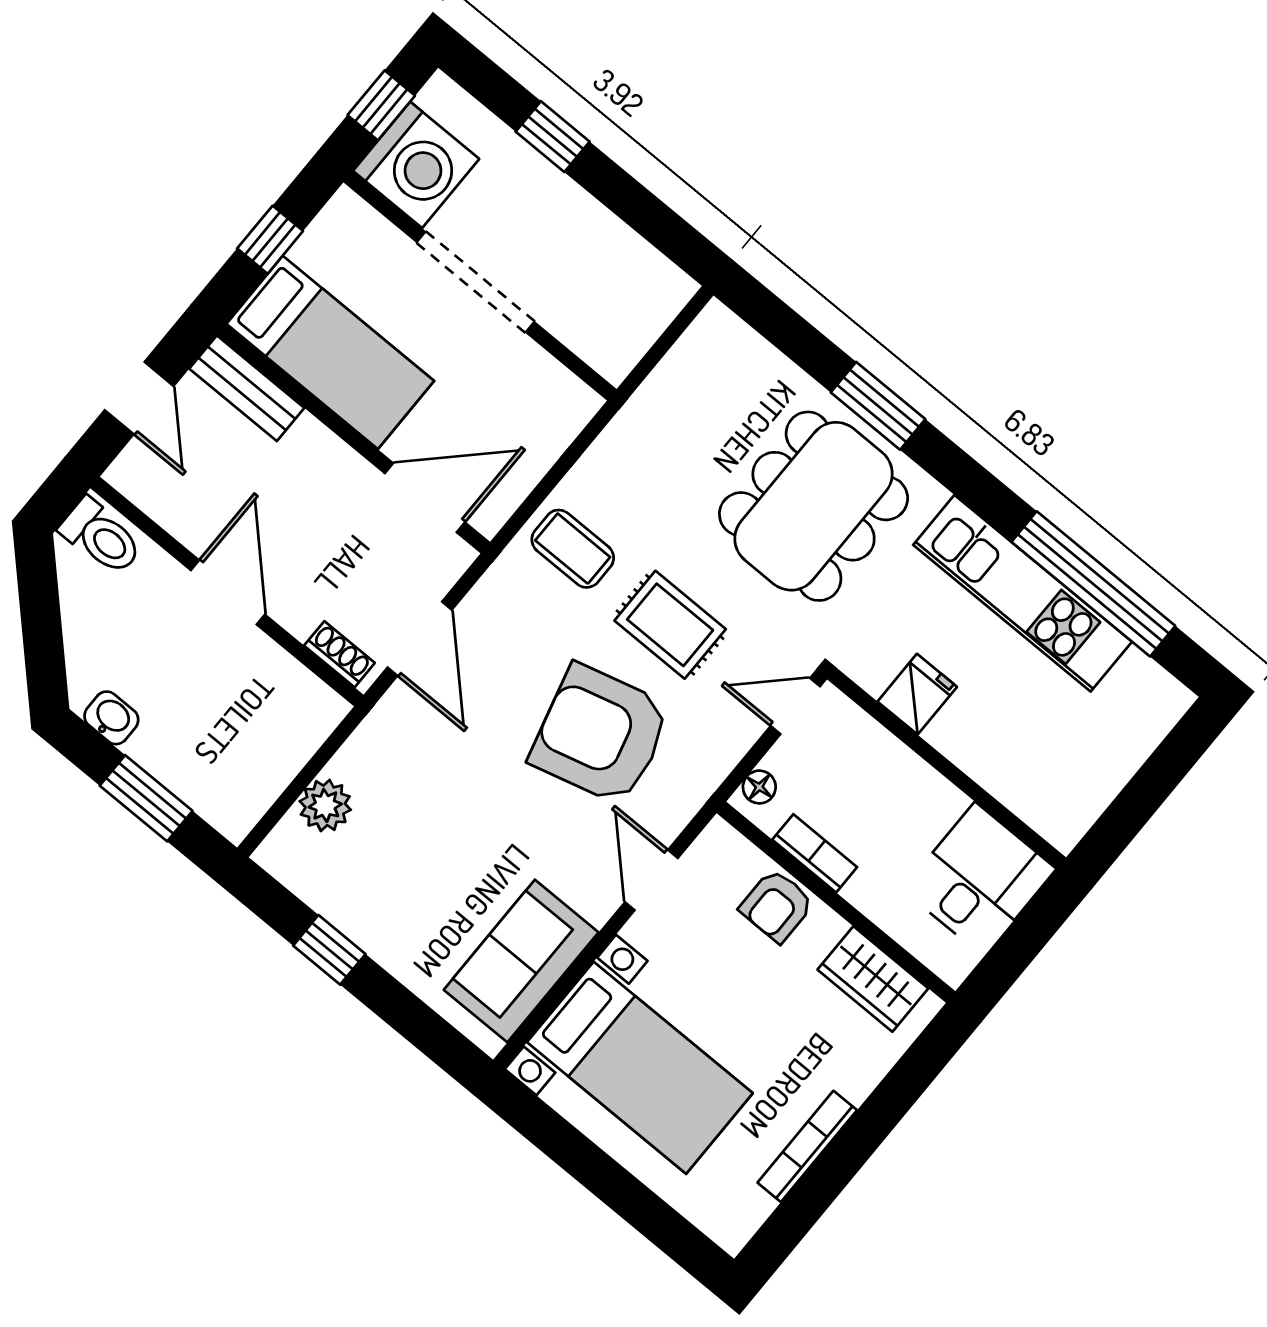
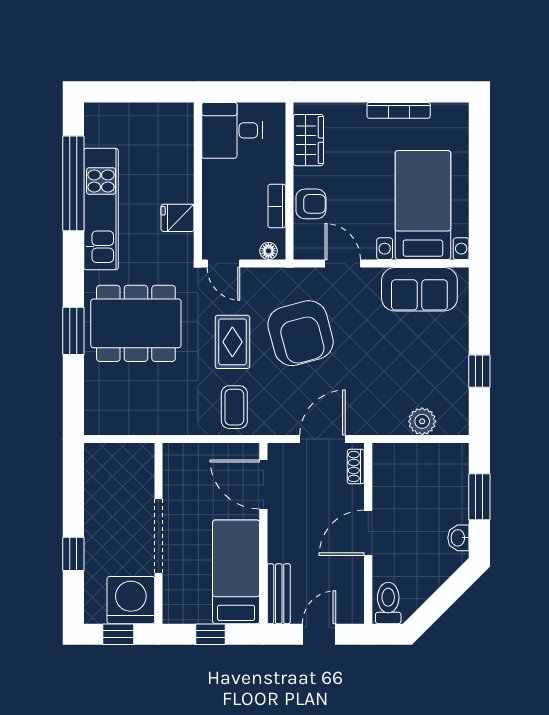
door: (651, 880) -> (343, 263), swing flipped

